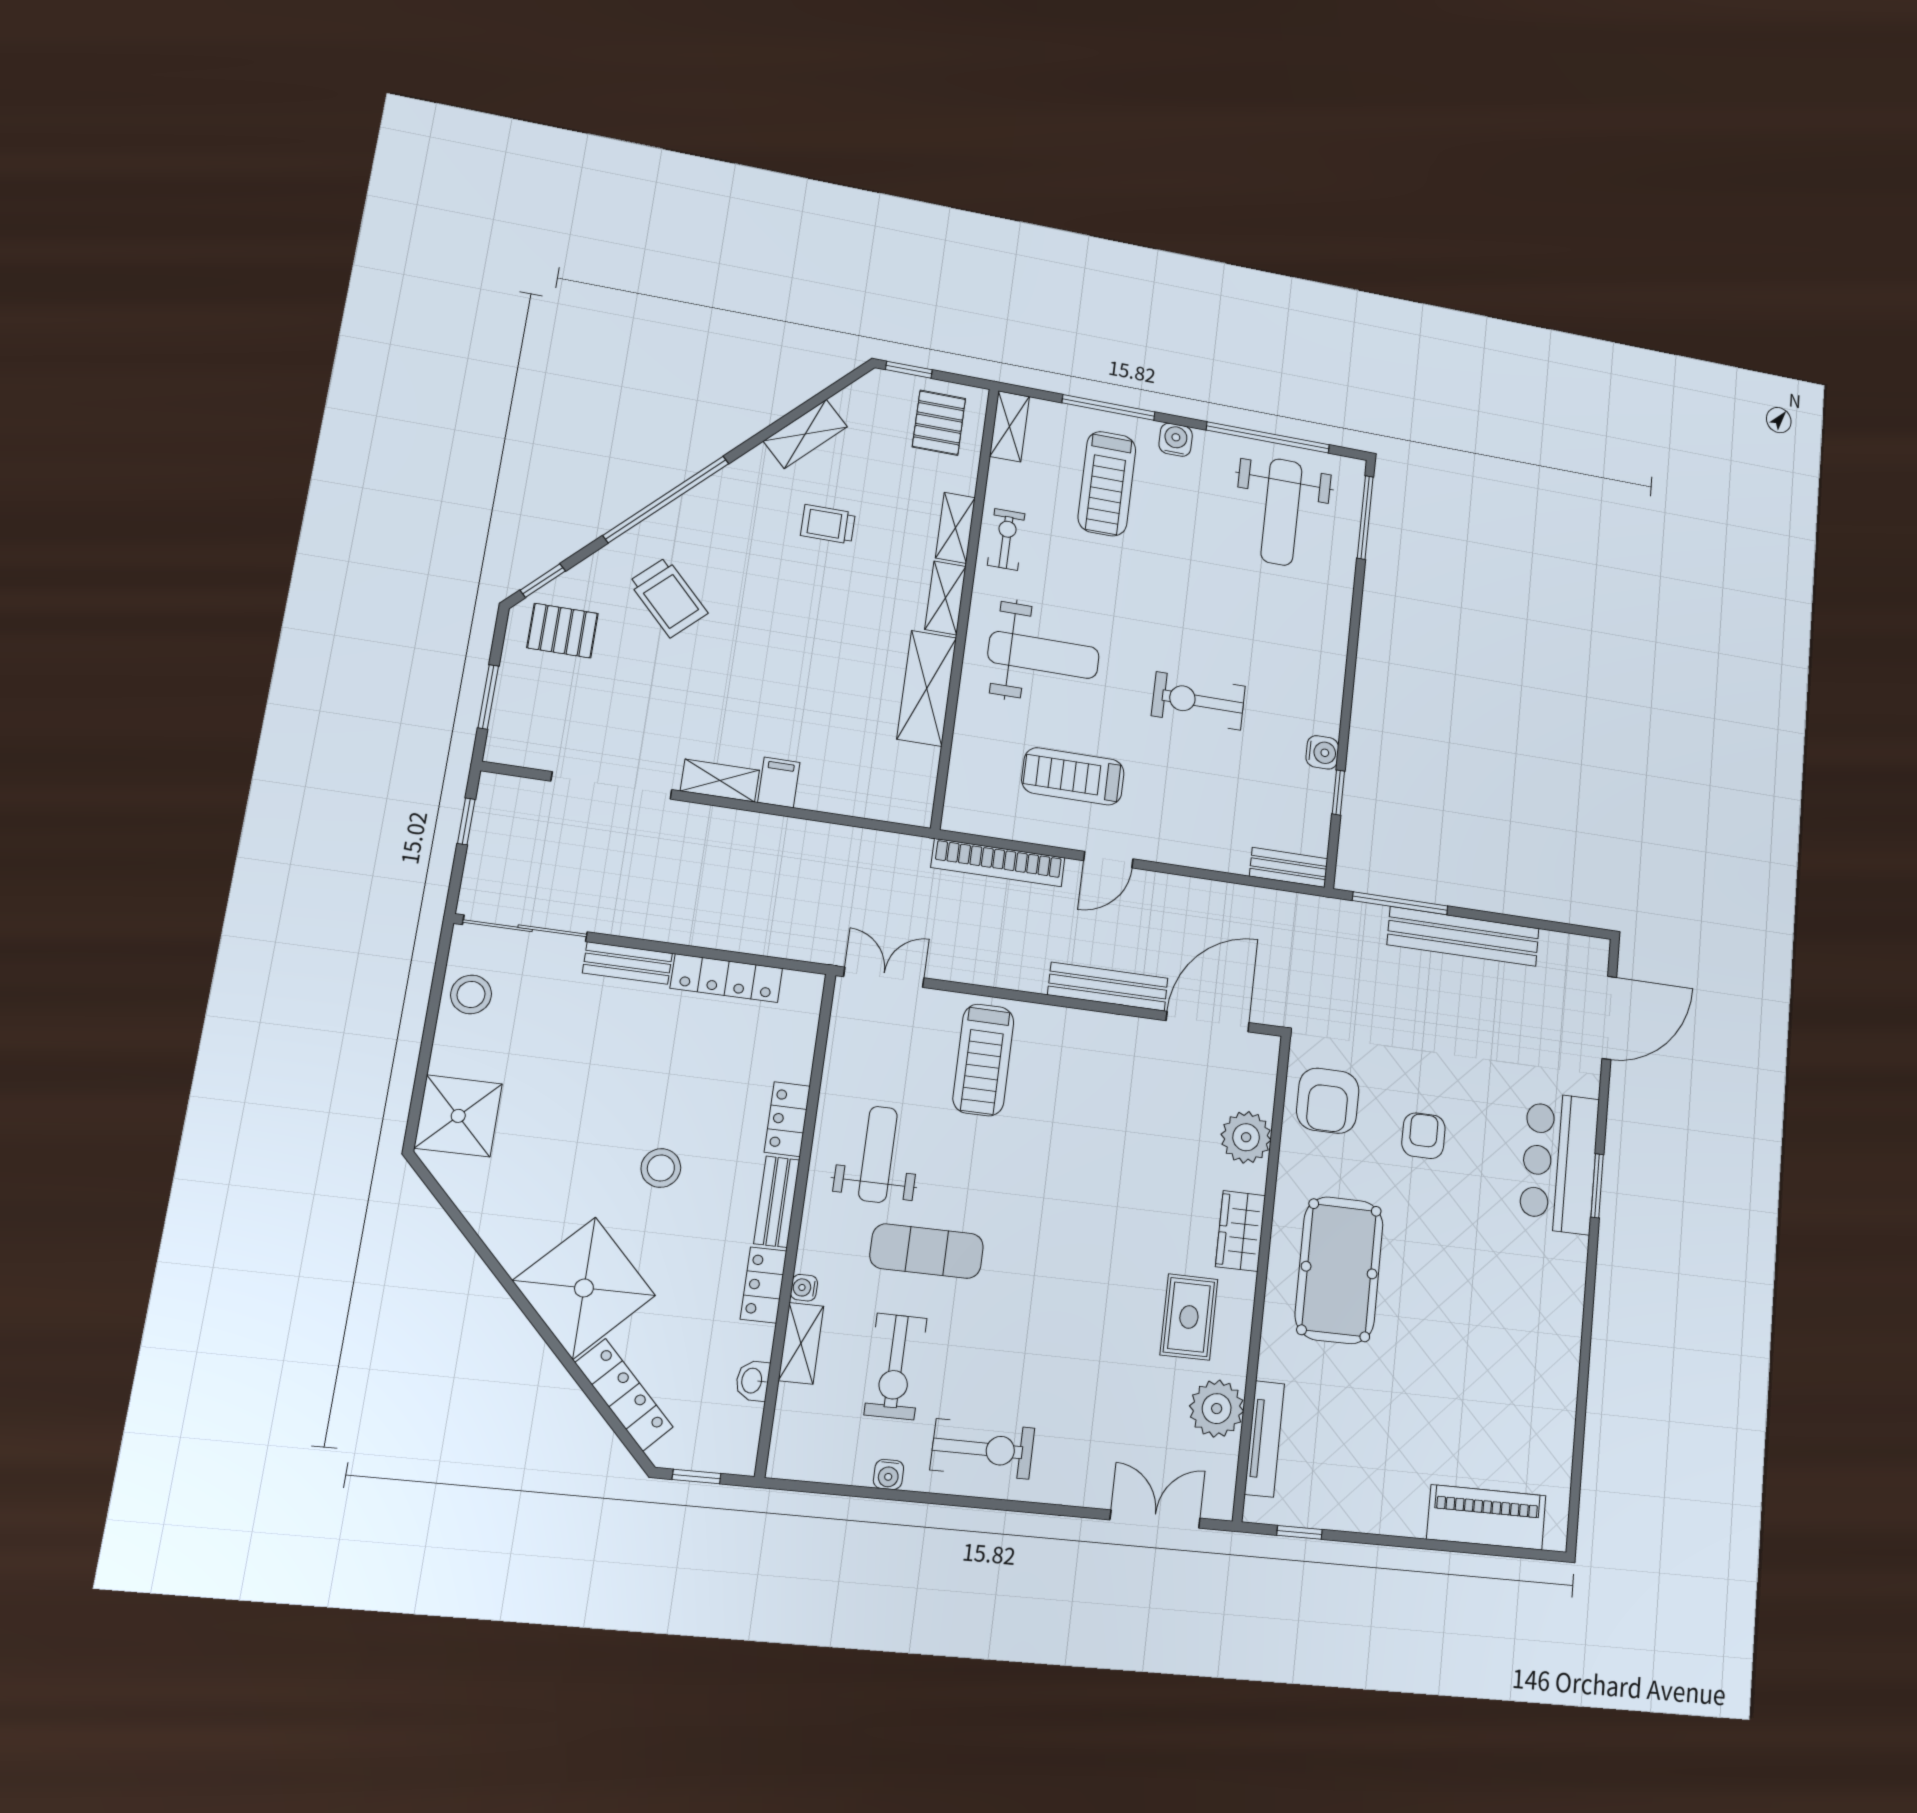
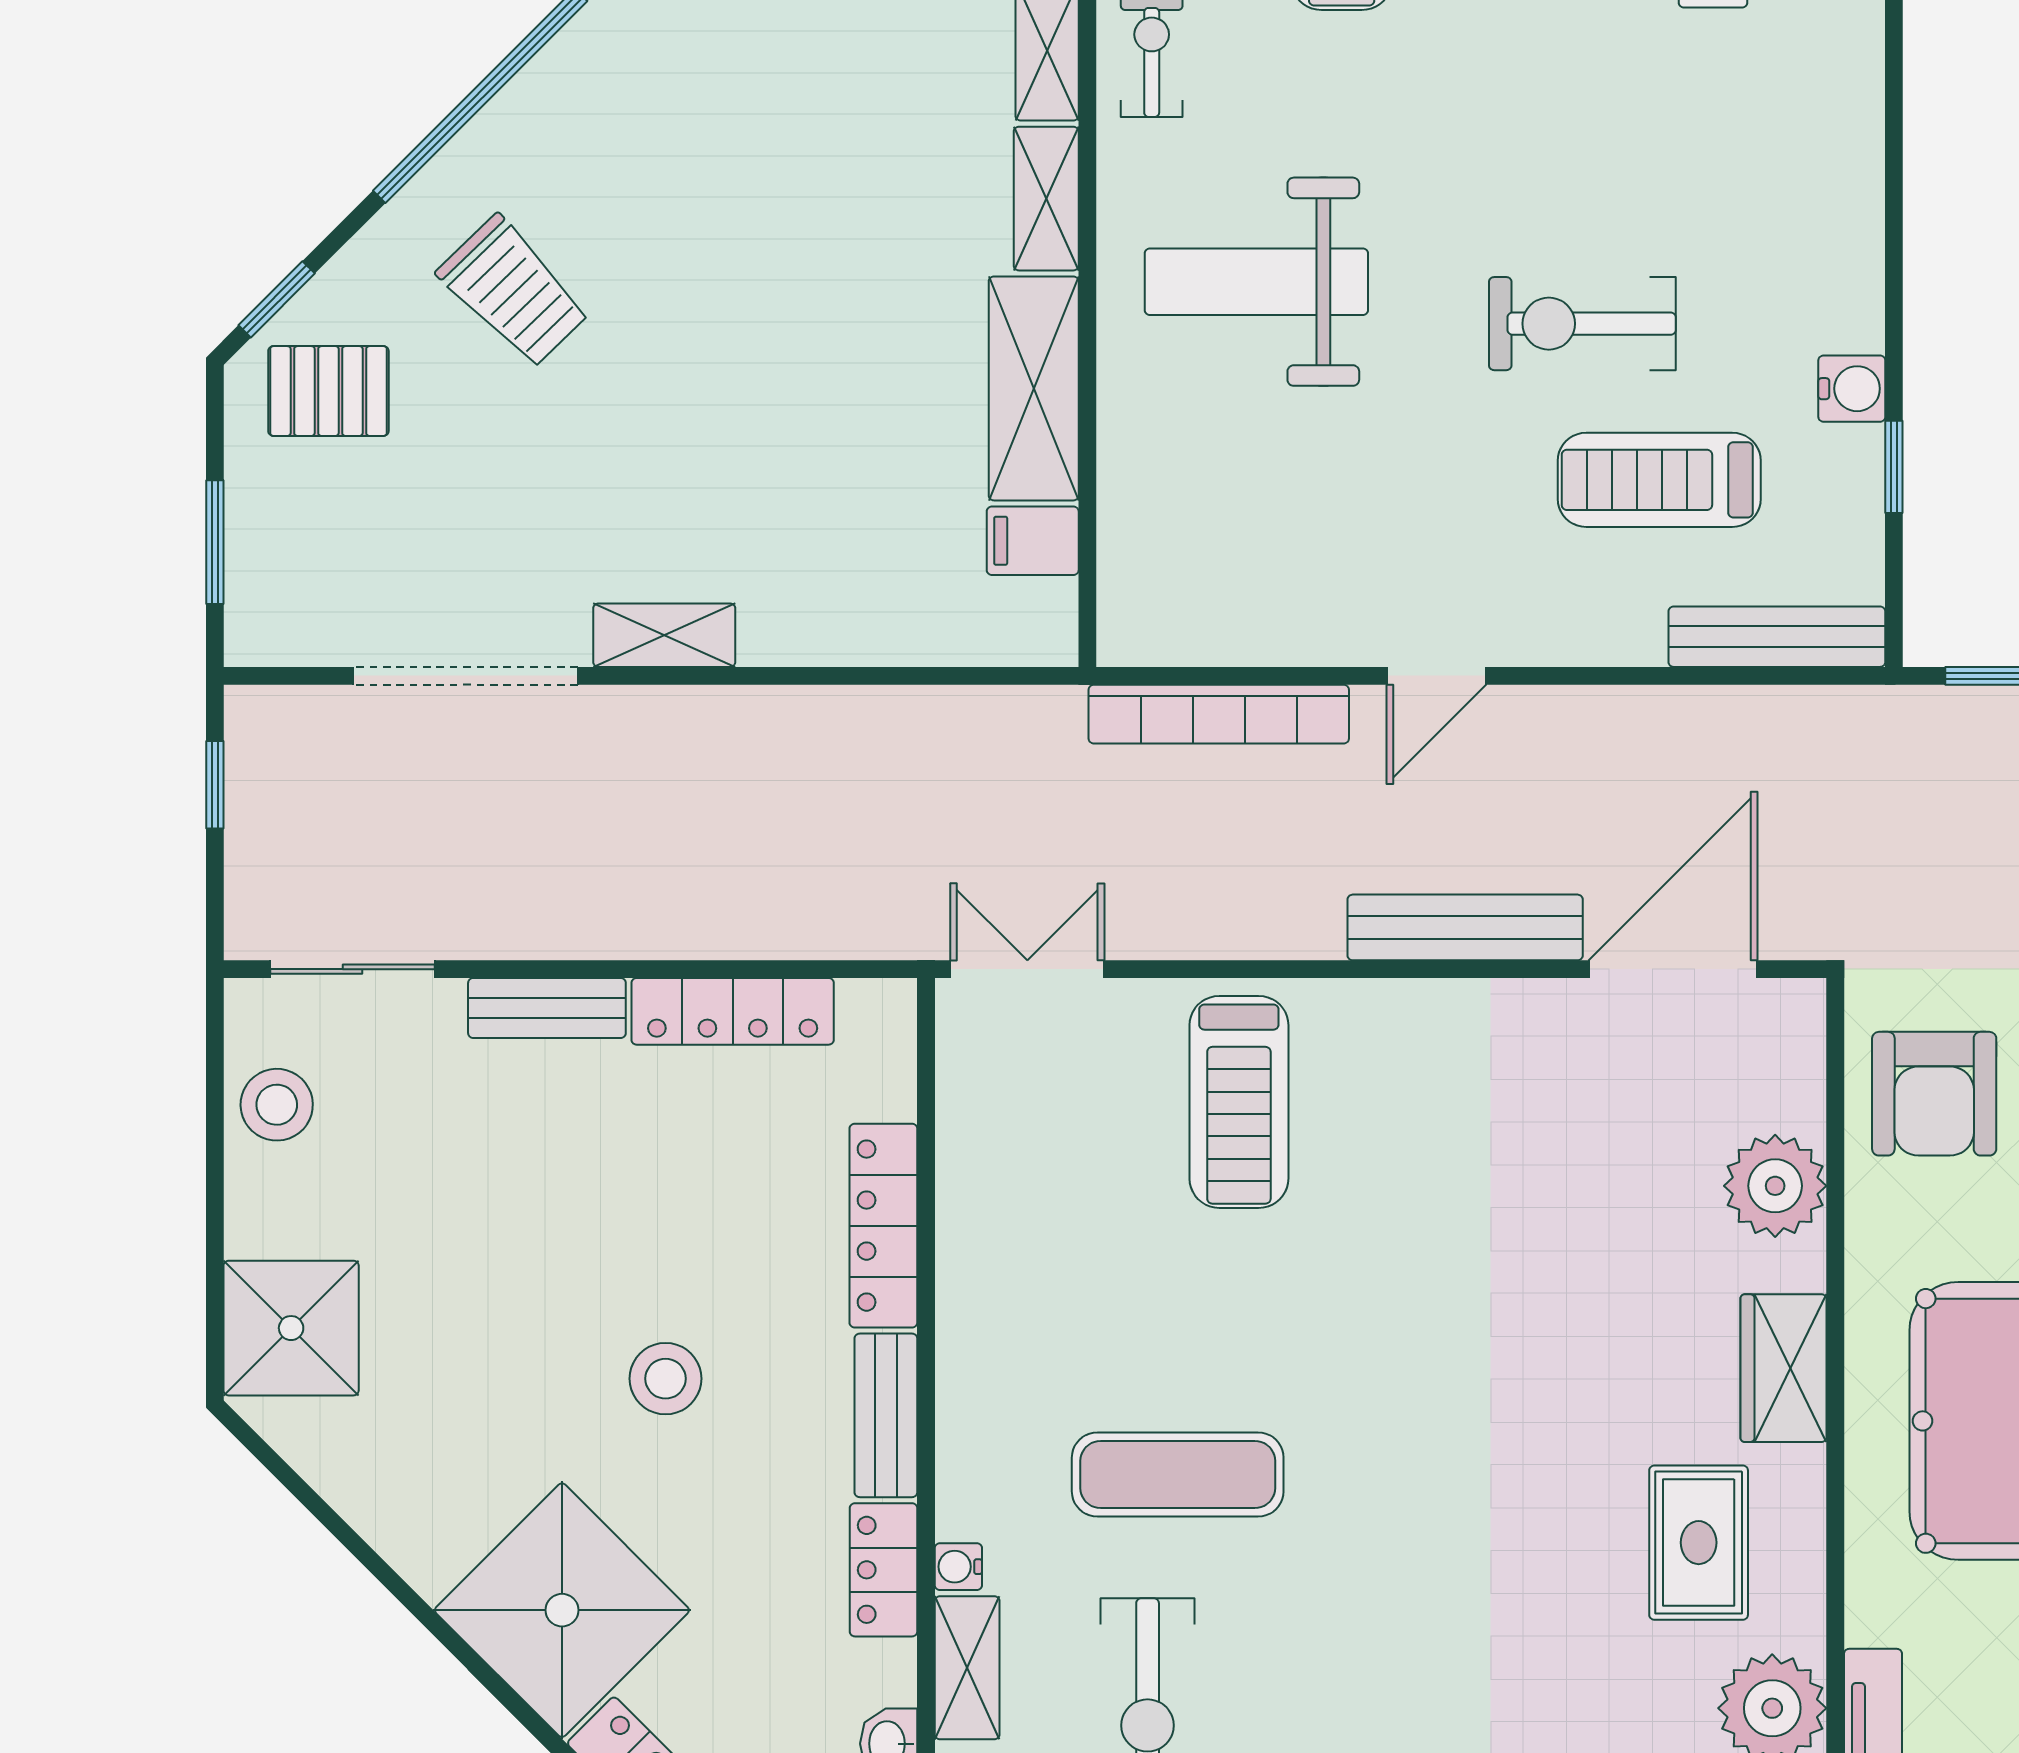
trolley: (828, 524) -> (796, 89), removed
weight bench: (1044, 655) -> (1256, 282), turned 180
treadmill: (1073, 776) -> (1659, 480), moved
filing cabinet: (779, 782) -> (1033, 541), moved, turned -90
bench: (1289, 867) -> (1777, 637), width x1.36
sliding door: (525, 928) -> (352, 969), width x0.73
locker: (787, 1119) -> (883, 1226), width x1.53
weight bench: (878, 1154) -> (1062, 1305), removed

